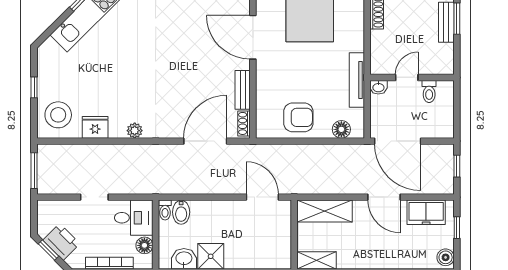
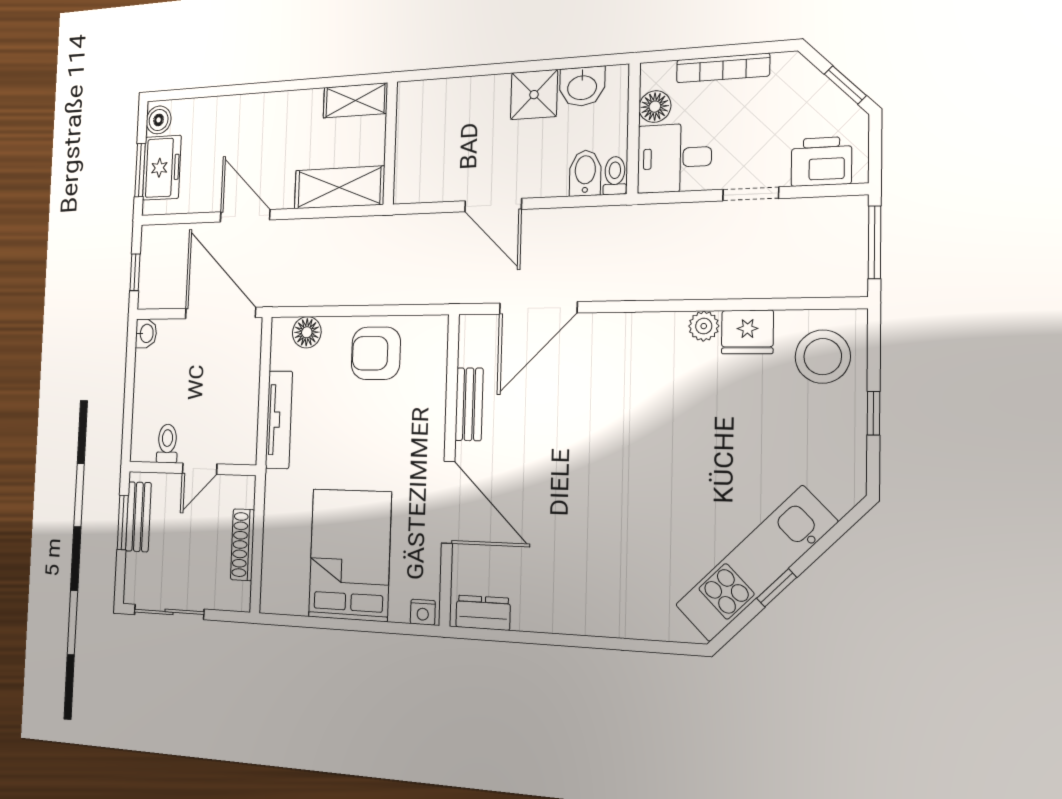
door: (407, 77) -> (200, 469), moved
wall: (412, 77) -> (192, 468), moved
washbasin: (378, 87) -> (146, 333), moved, turned 90
toilet: (429, 91) -> (167, 443), moved
shoe rack: (244, 123) -> (469, 342), removed
plant: (135, 131) -> (704, 326), moved
door: (262, 197) -> (493, 205), moved
freezer: (426, 212) -> (162, 168), moved, turned 90
window: (457, 228) -> (140, 170), width x1.50
printer: (61, 242) -> (821, 161), moved, turned 135

